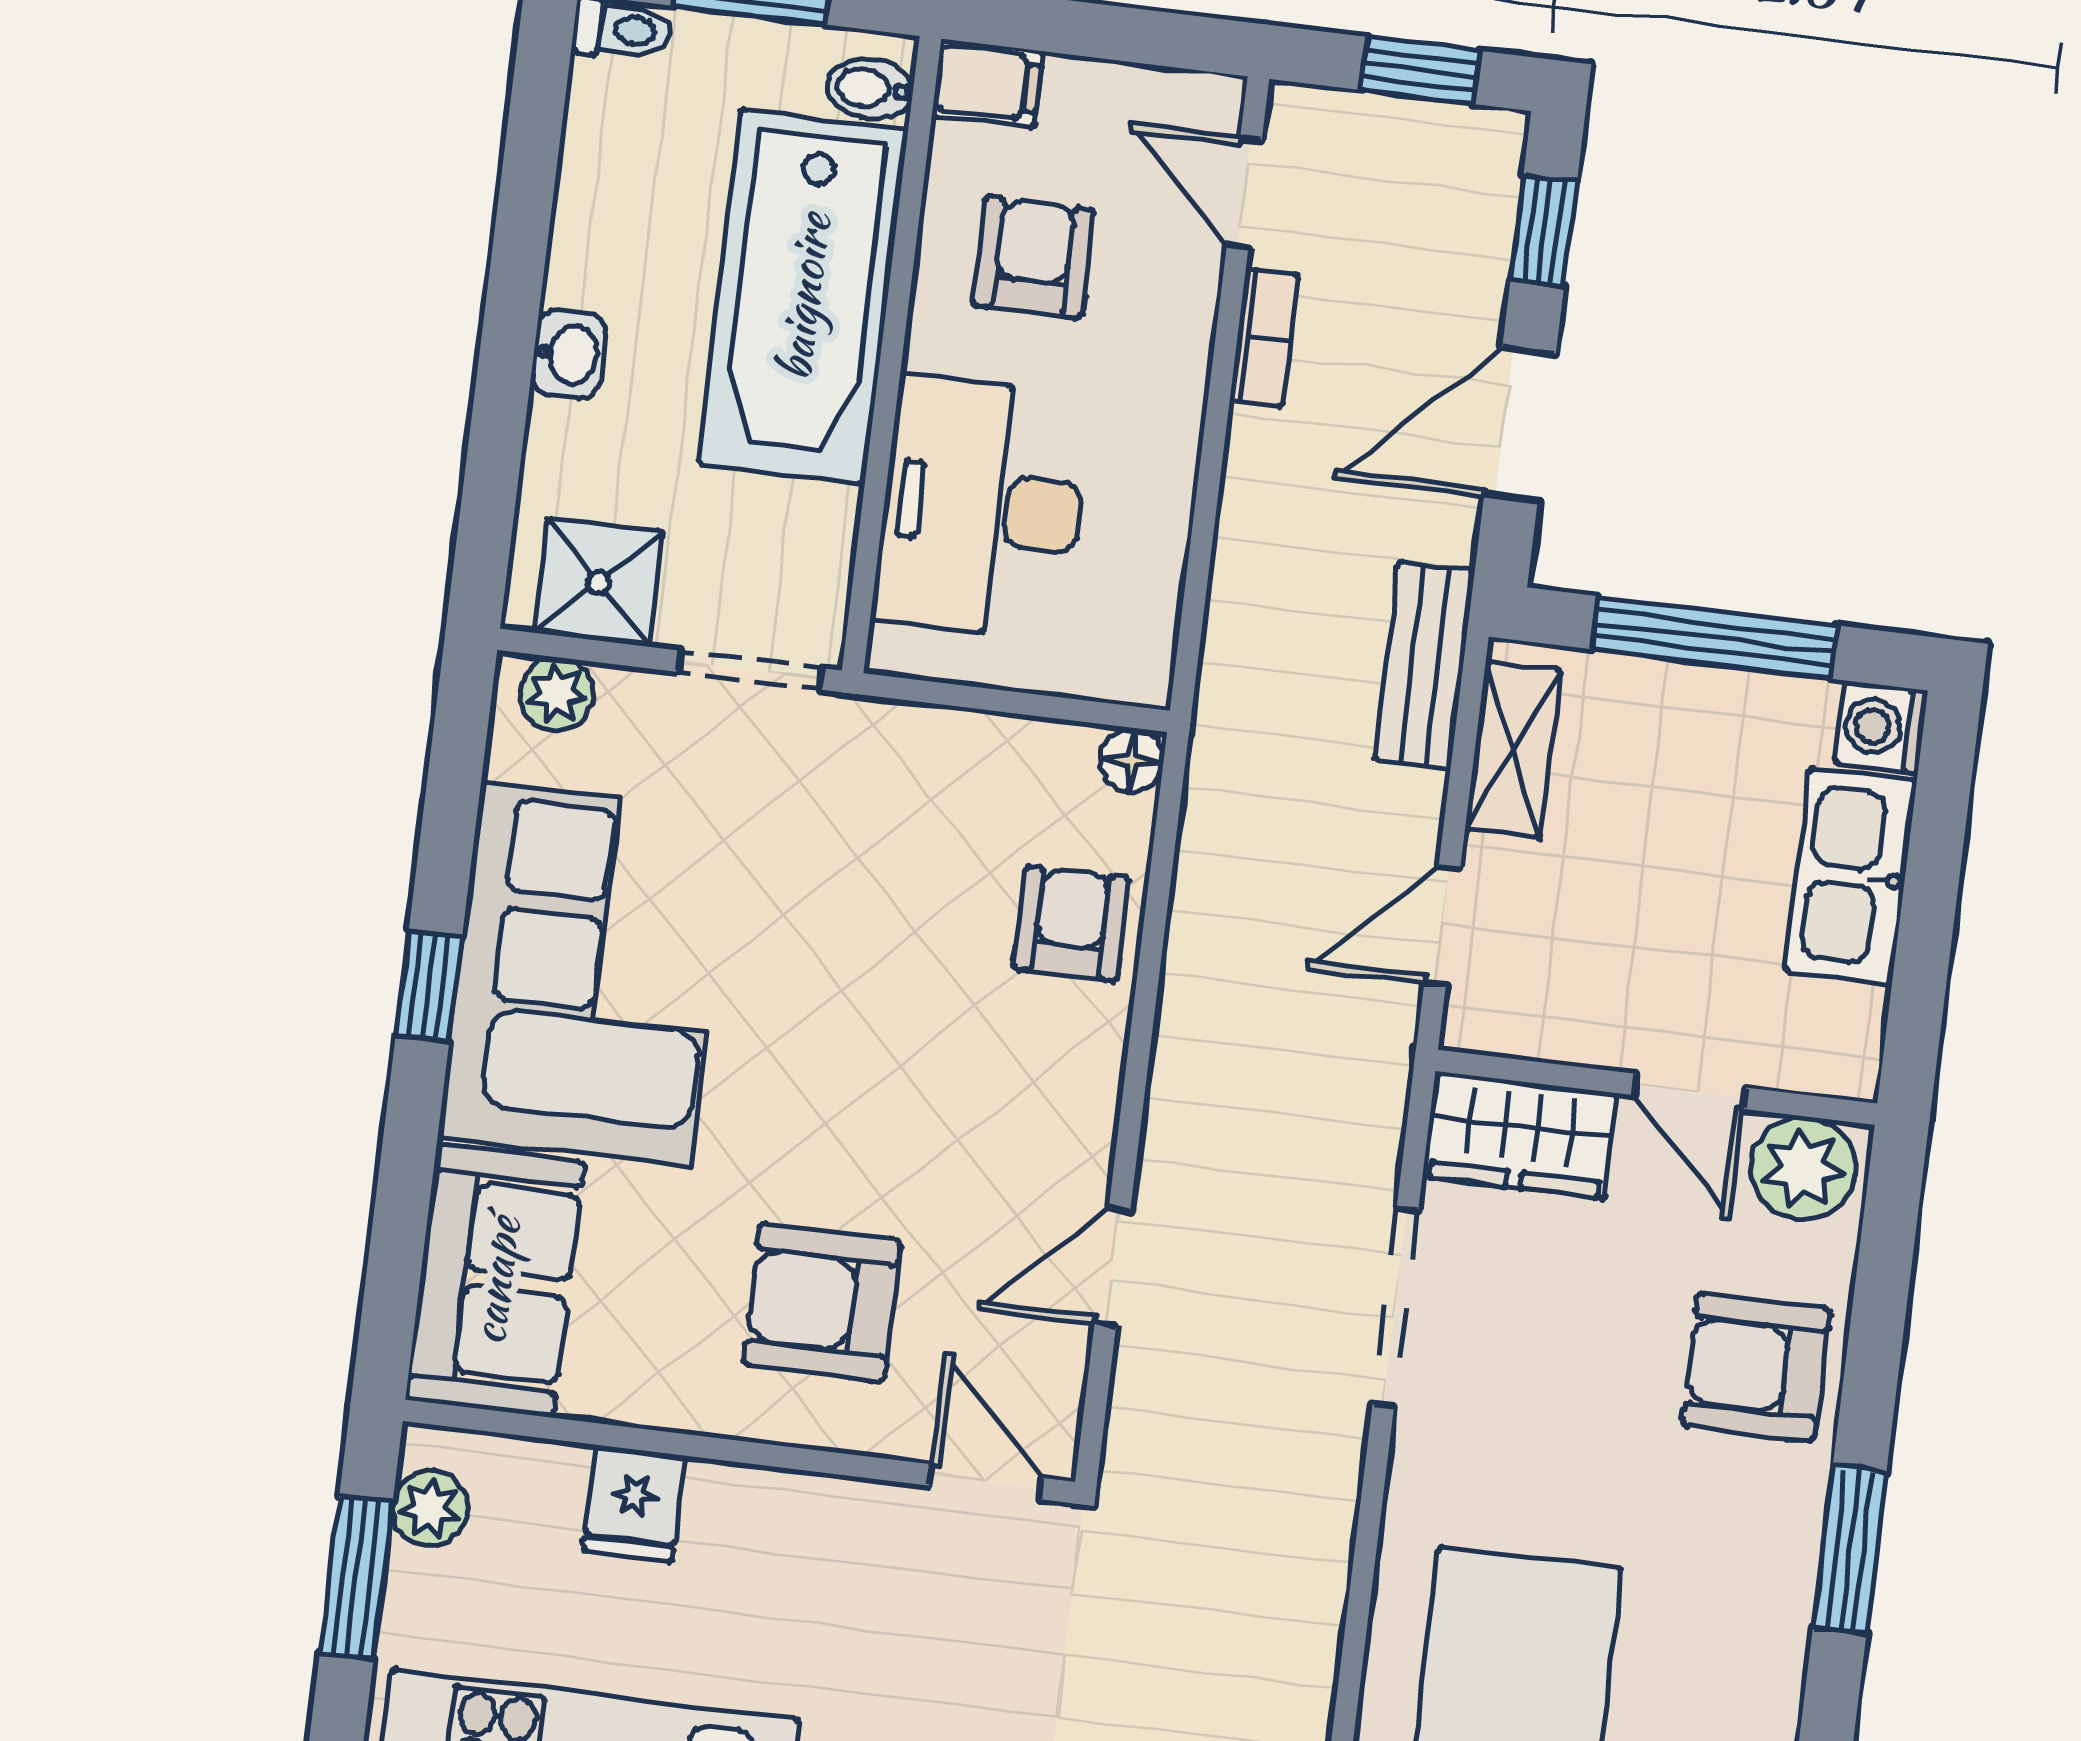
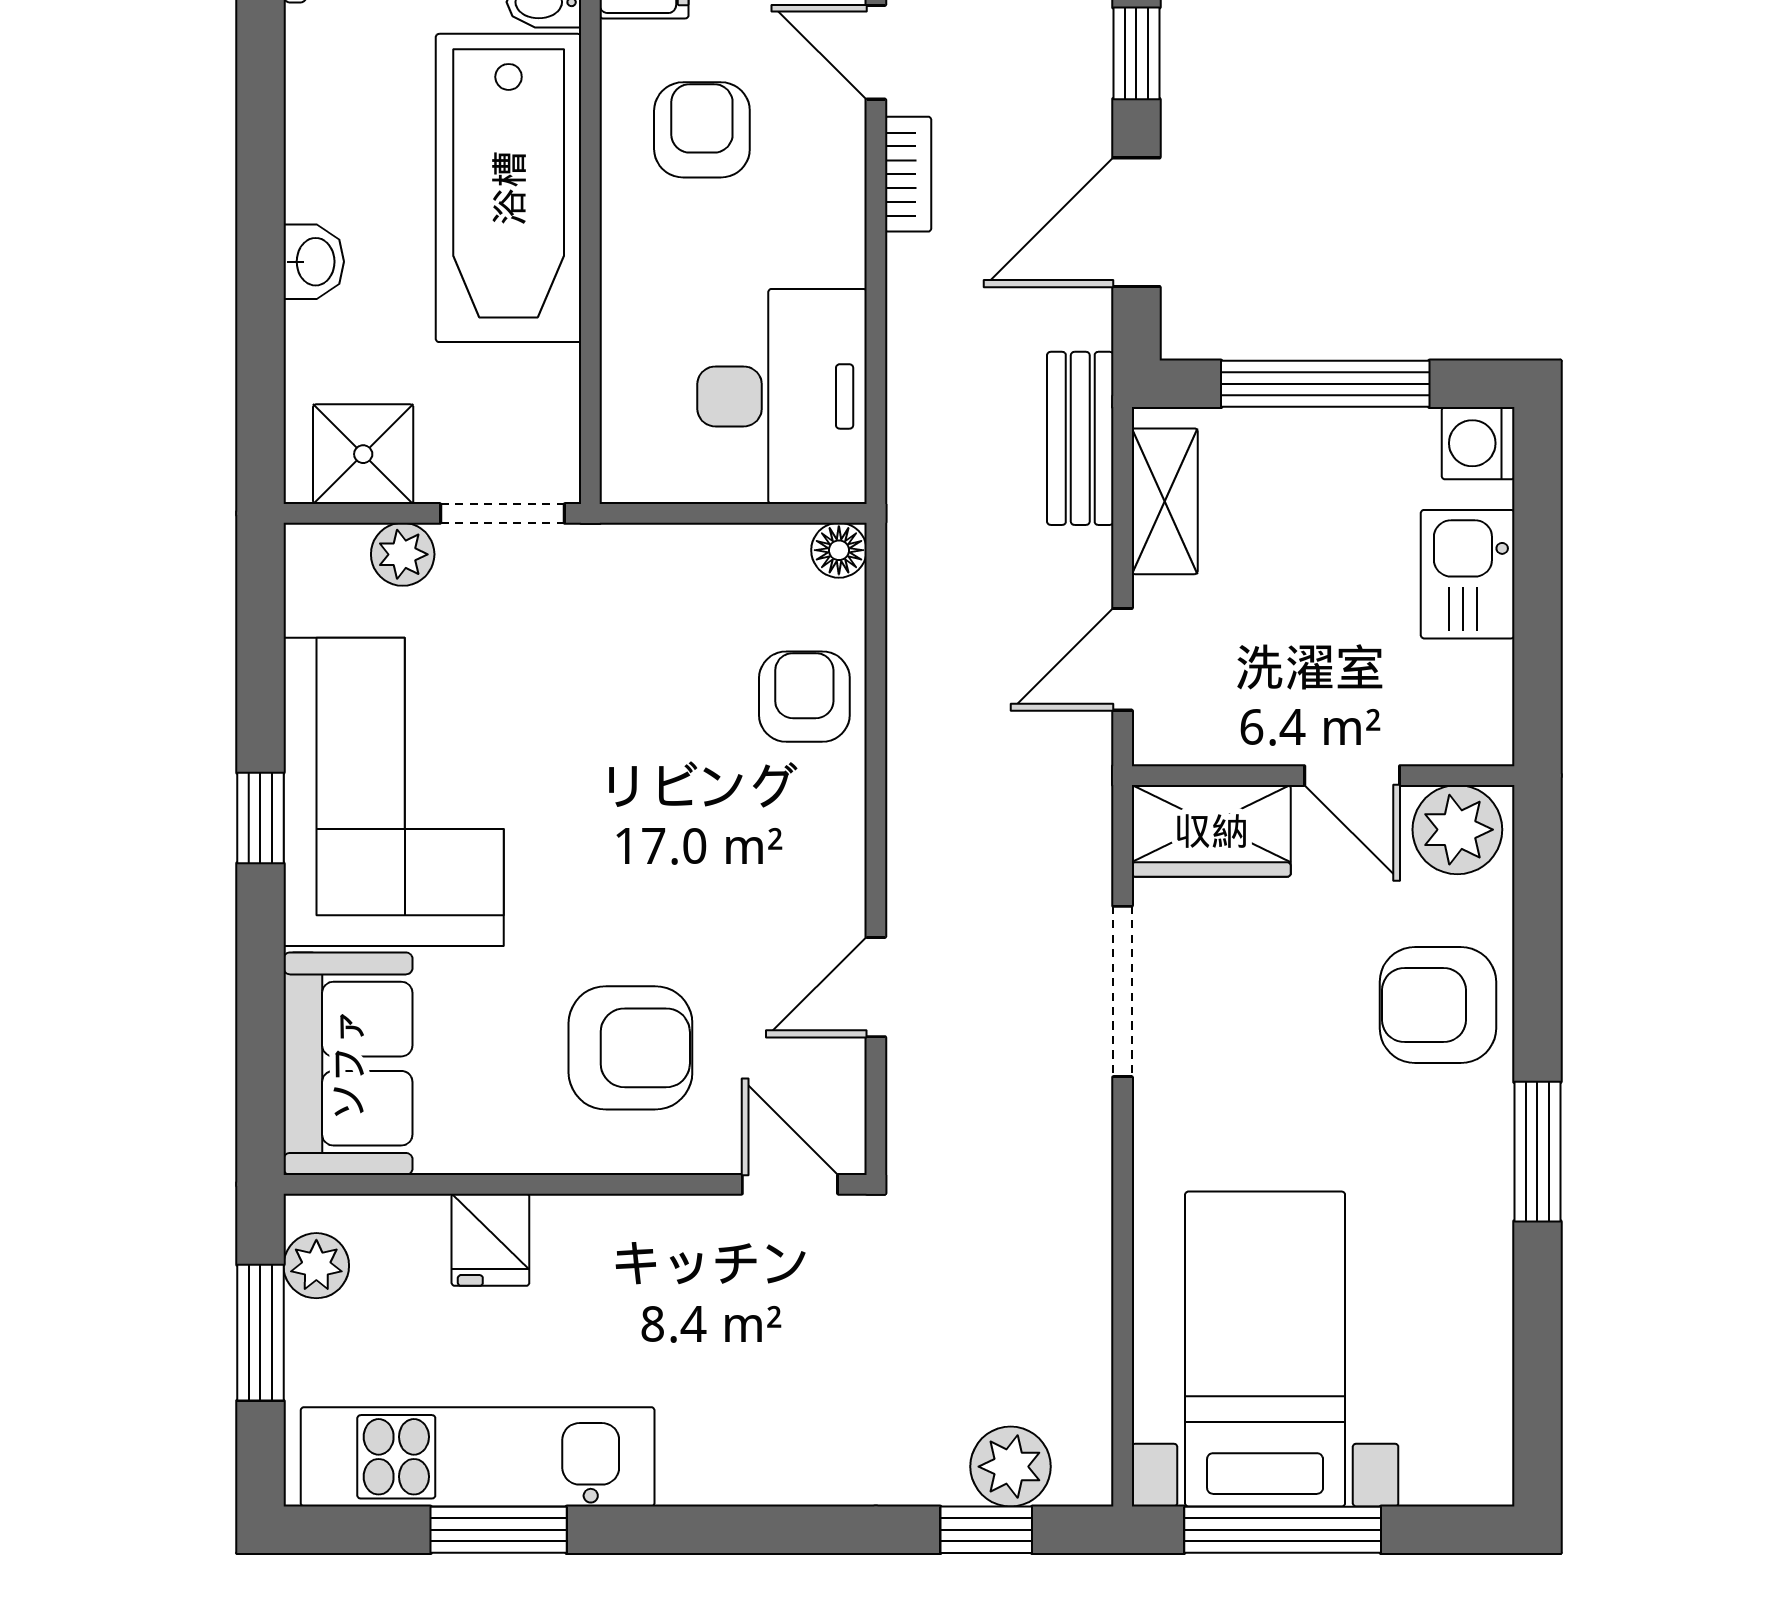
desk: (982, 508) -> (782, 396), moved, turned 180
plant: (557, 694) -> (403, 554), moved
kitchen sink: (1851, 876) -> (1468, 574), width x0.73
armchair: (822, 1302) -> (630, 1048), turned 180

